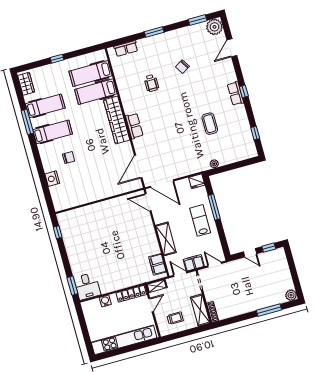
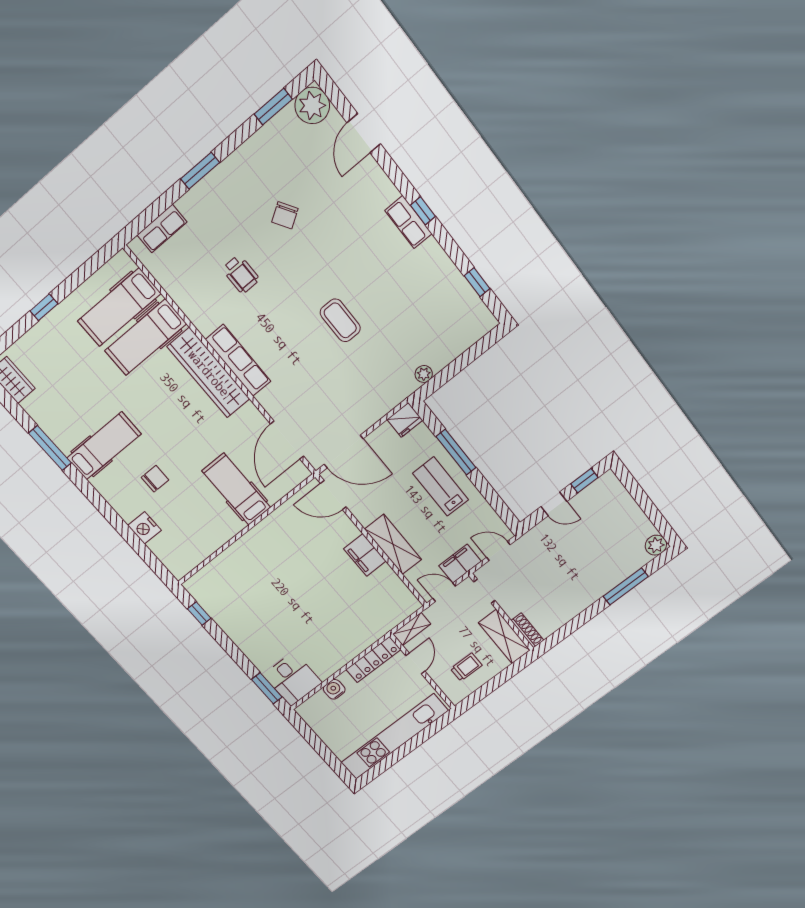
hospital bed: (45, 106) -> (236, 489), moved, turned -90
coffee table: (210, 124) -> (340, 320), moved
row of seats: (134, 126) -> (238, 360), width x1.48
filing cabinet: (157, 264) -> (365, 555), moved

